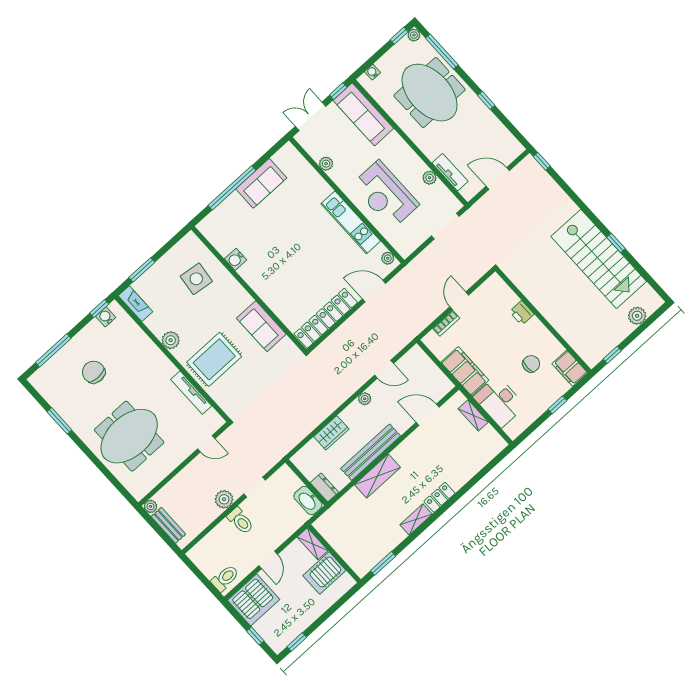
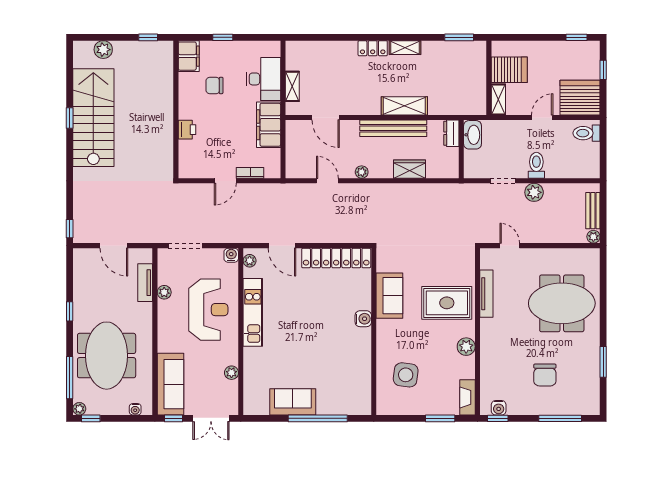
water cooler: (405, 250) -> (231, 255), added
water cooler: (236, 259) -> (363, 319), moved

